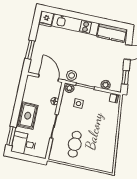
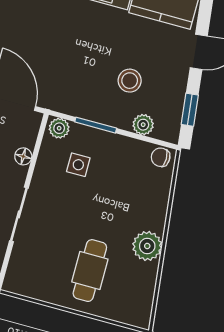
stool: (72, 75) -> (130, 81), moved
plant: (110, 137) -> (147, 246), added
cafe table: (75, 144) -> (90, 271), moved

